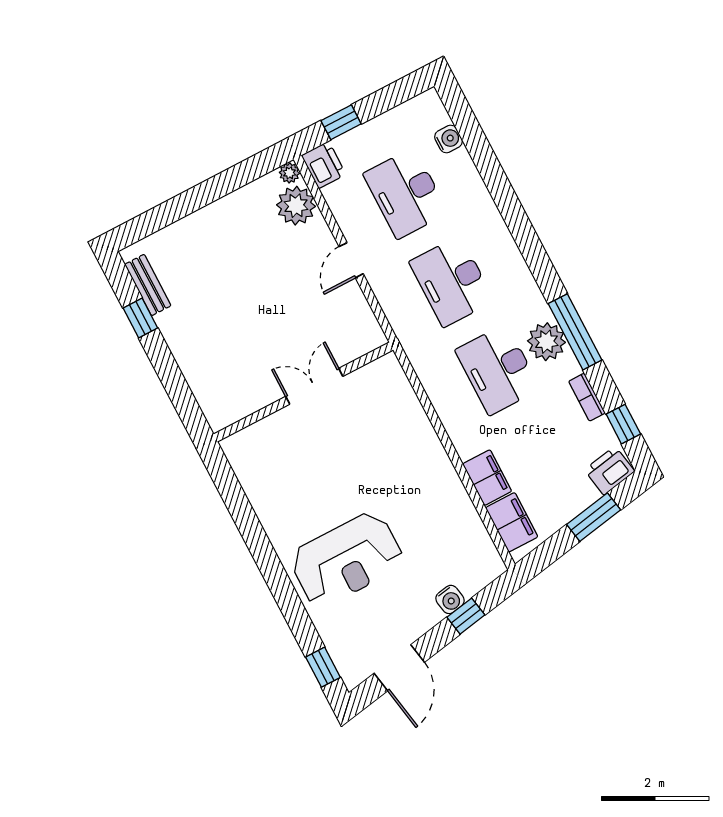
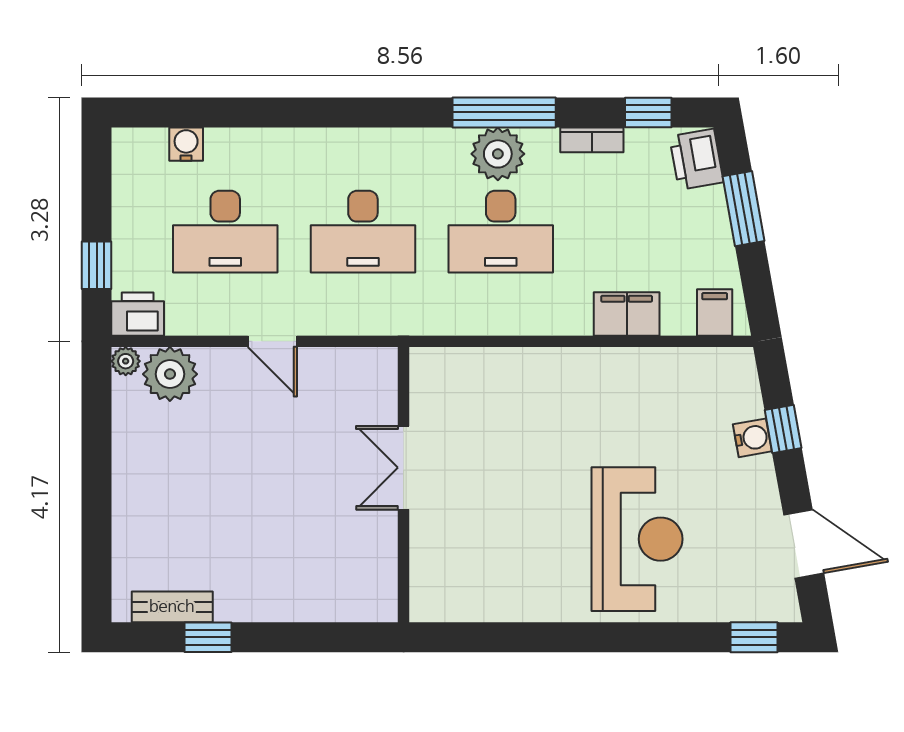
filing cabinet: (512, 522) -> (715, 313), width x0.50

